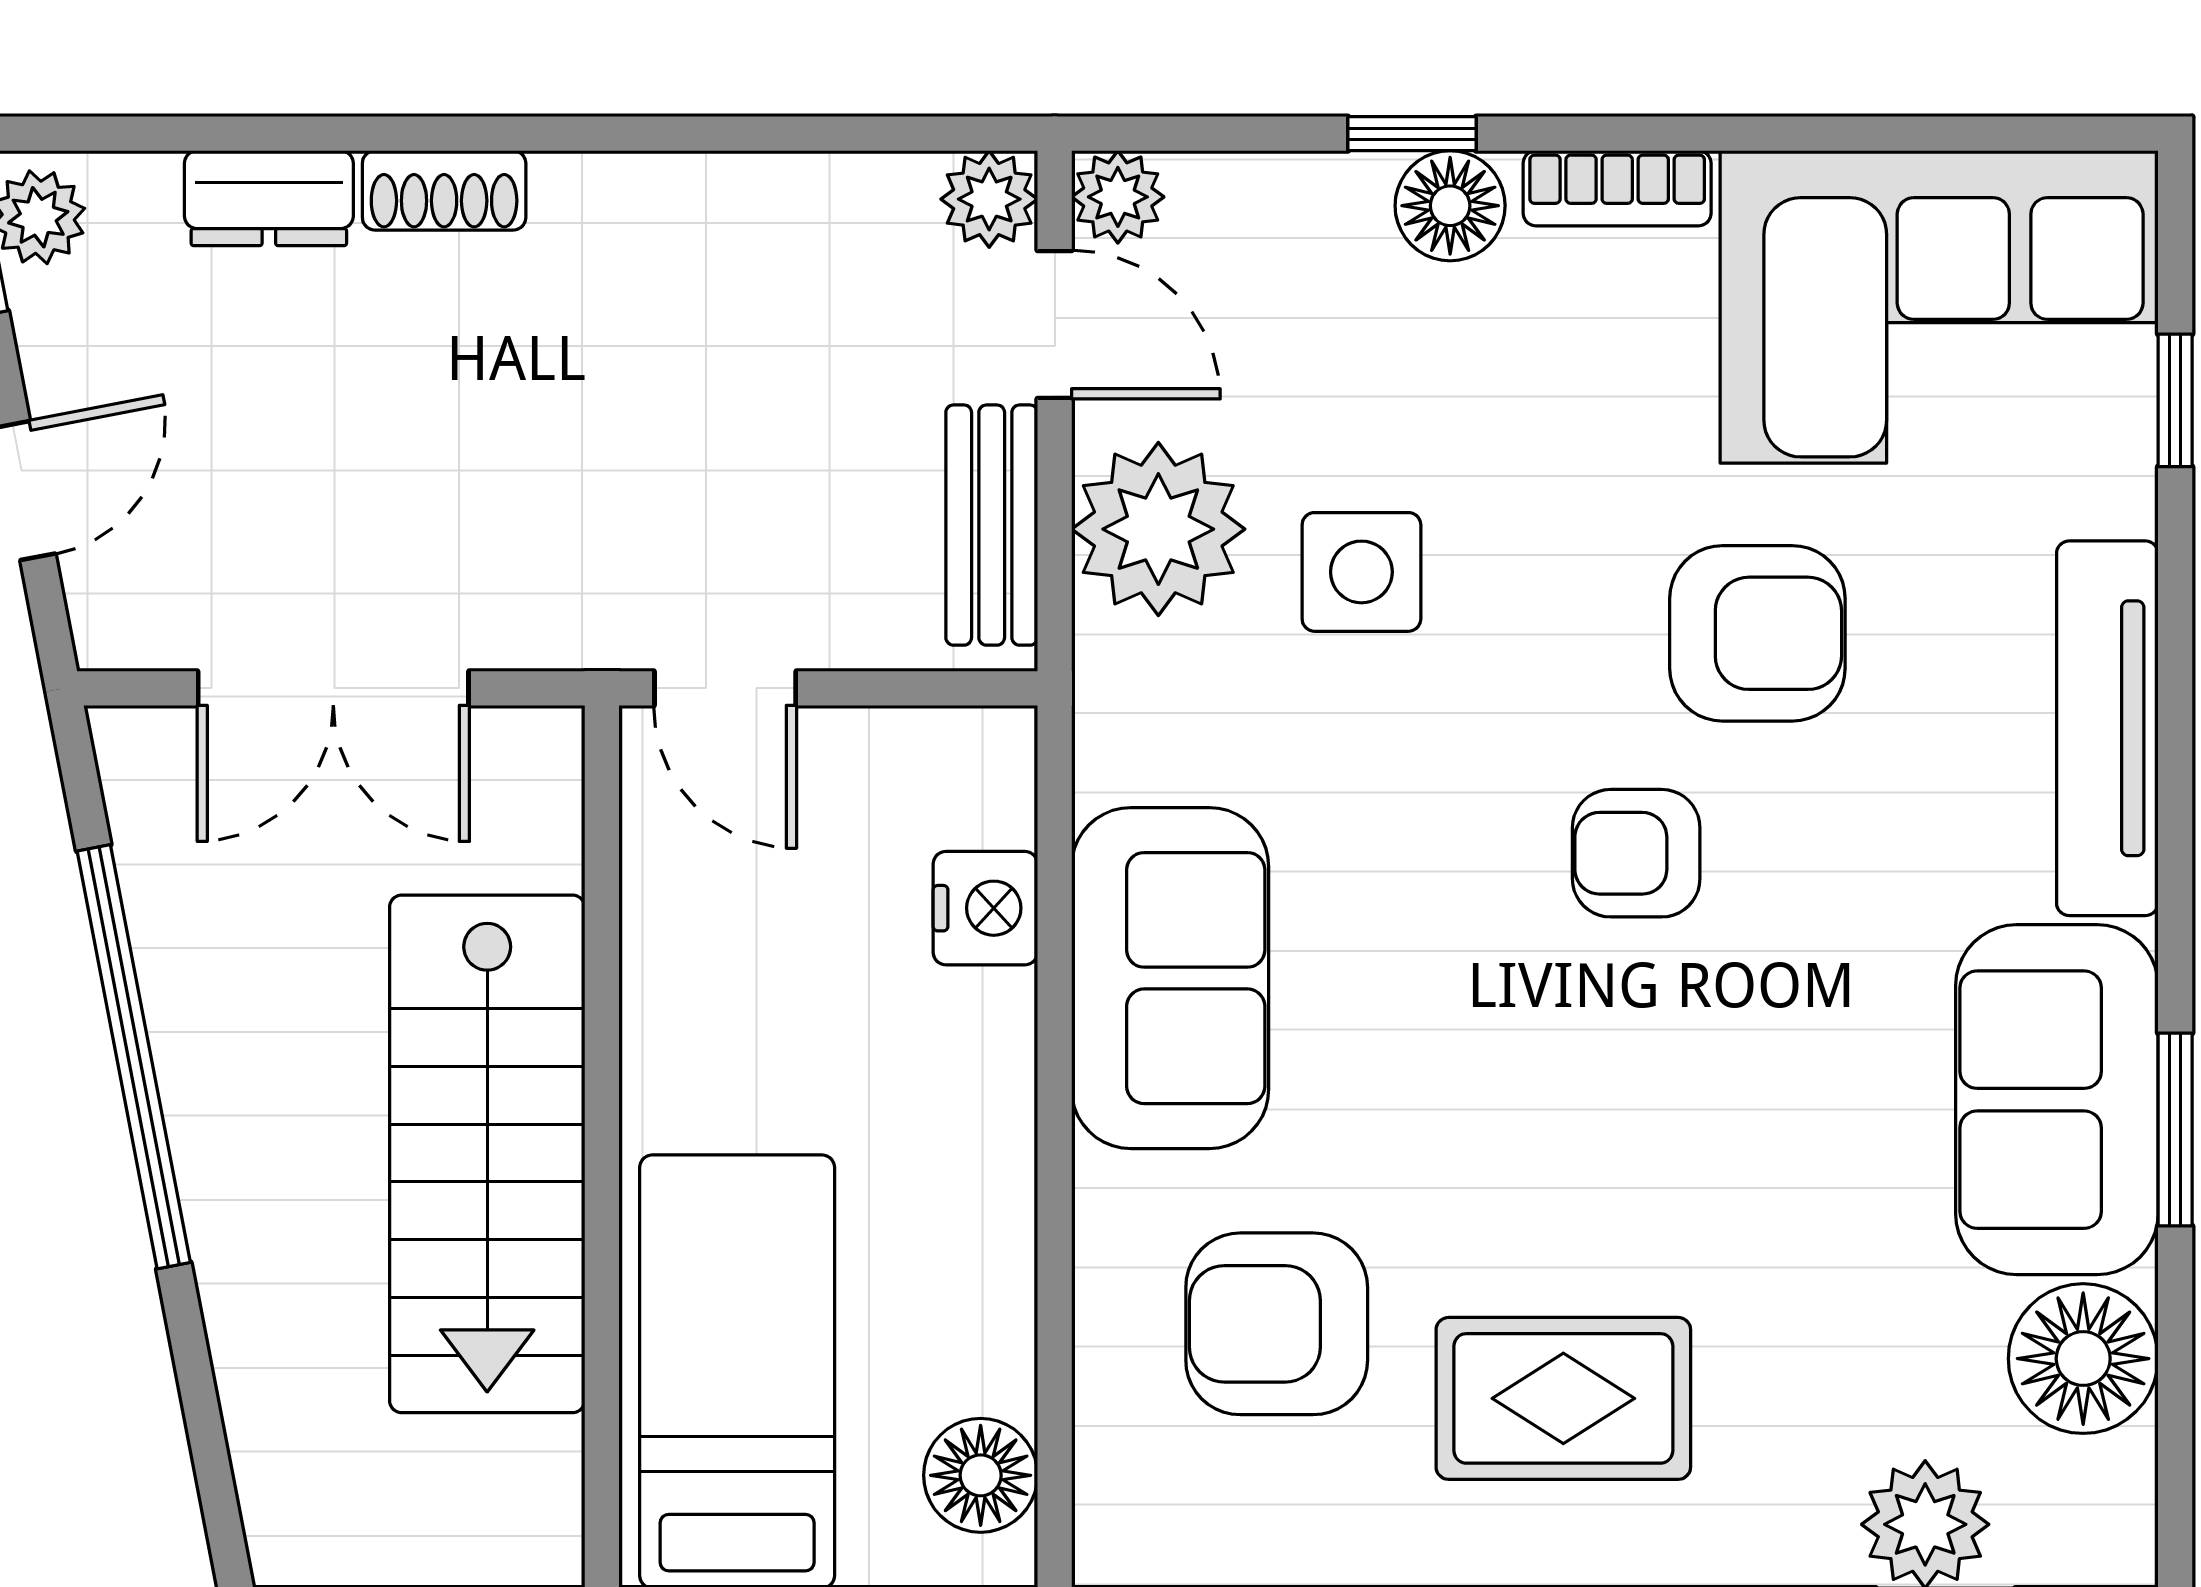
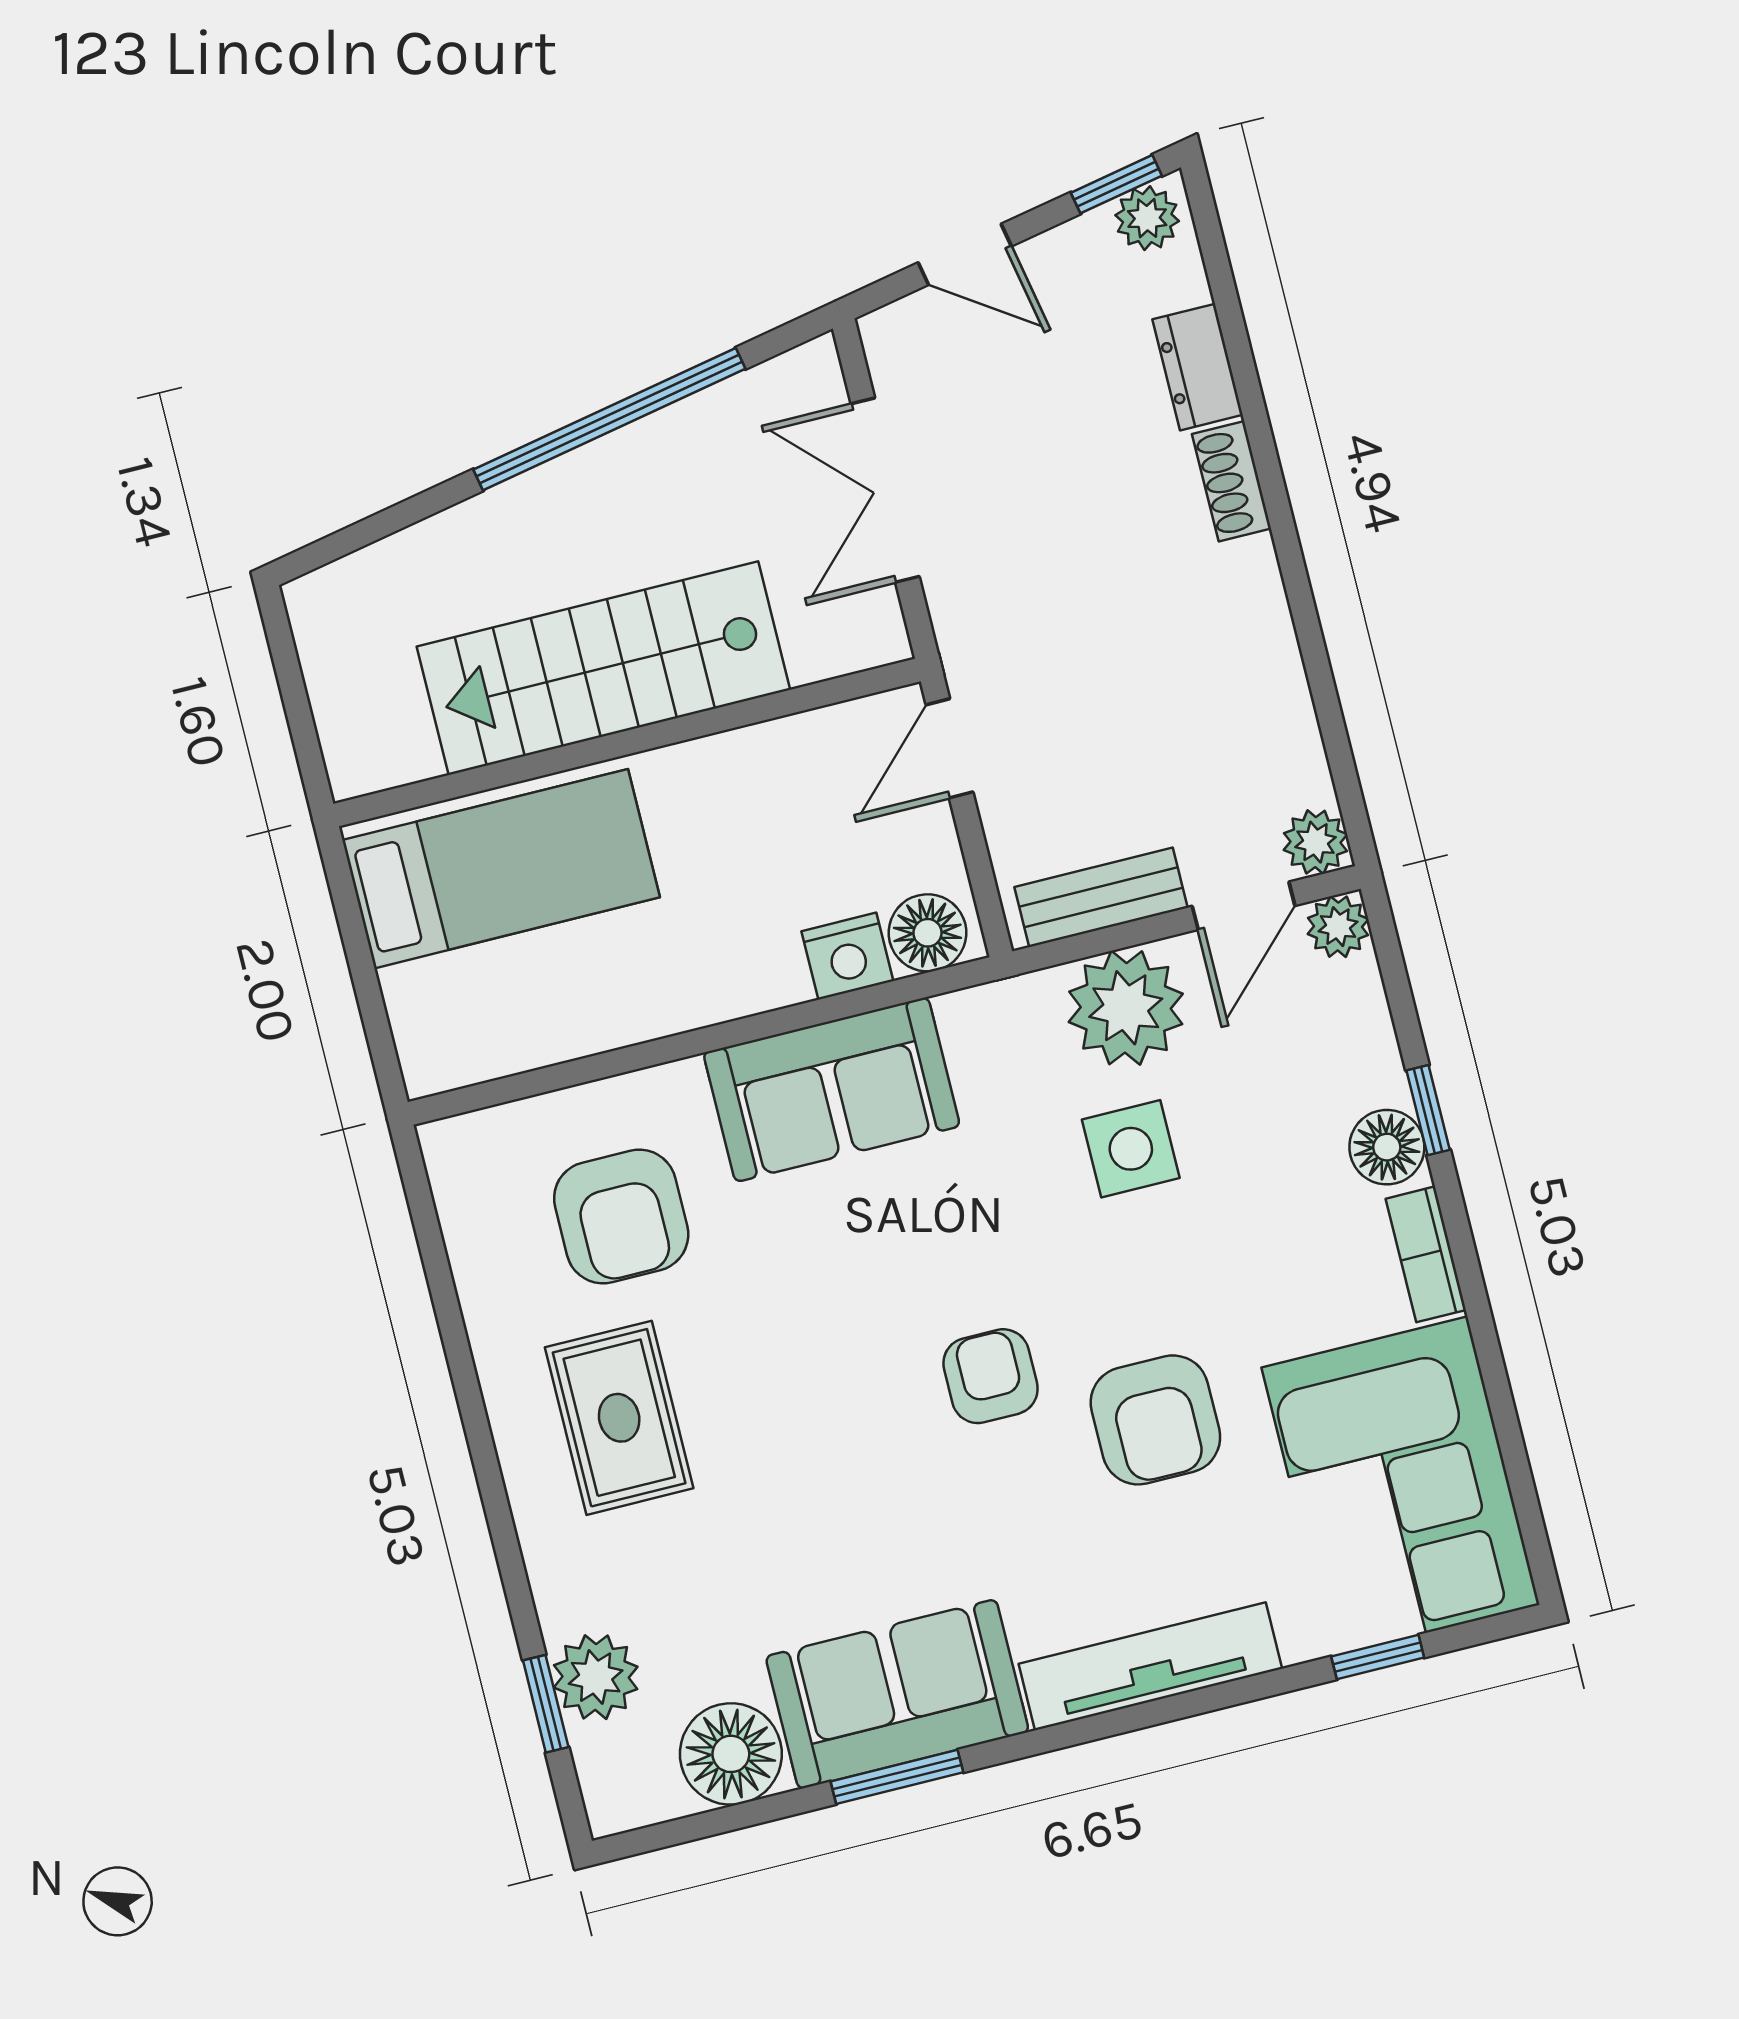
armchair: (1277, 1324) -> (621, 1217), turned 180
floor lamp: (981, 1475) -> (927, 933), moved

